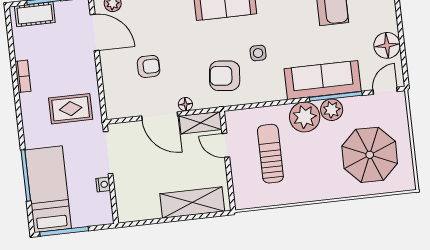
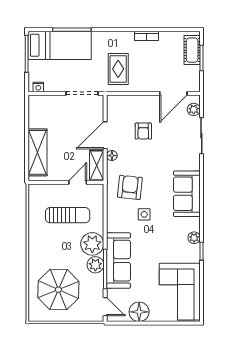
nightstand: (103, 184) -> (38, 87), moved

